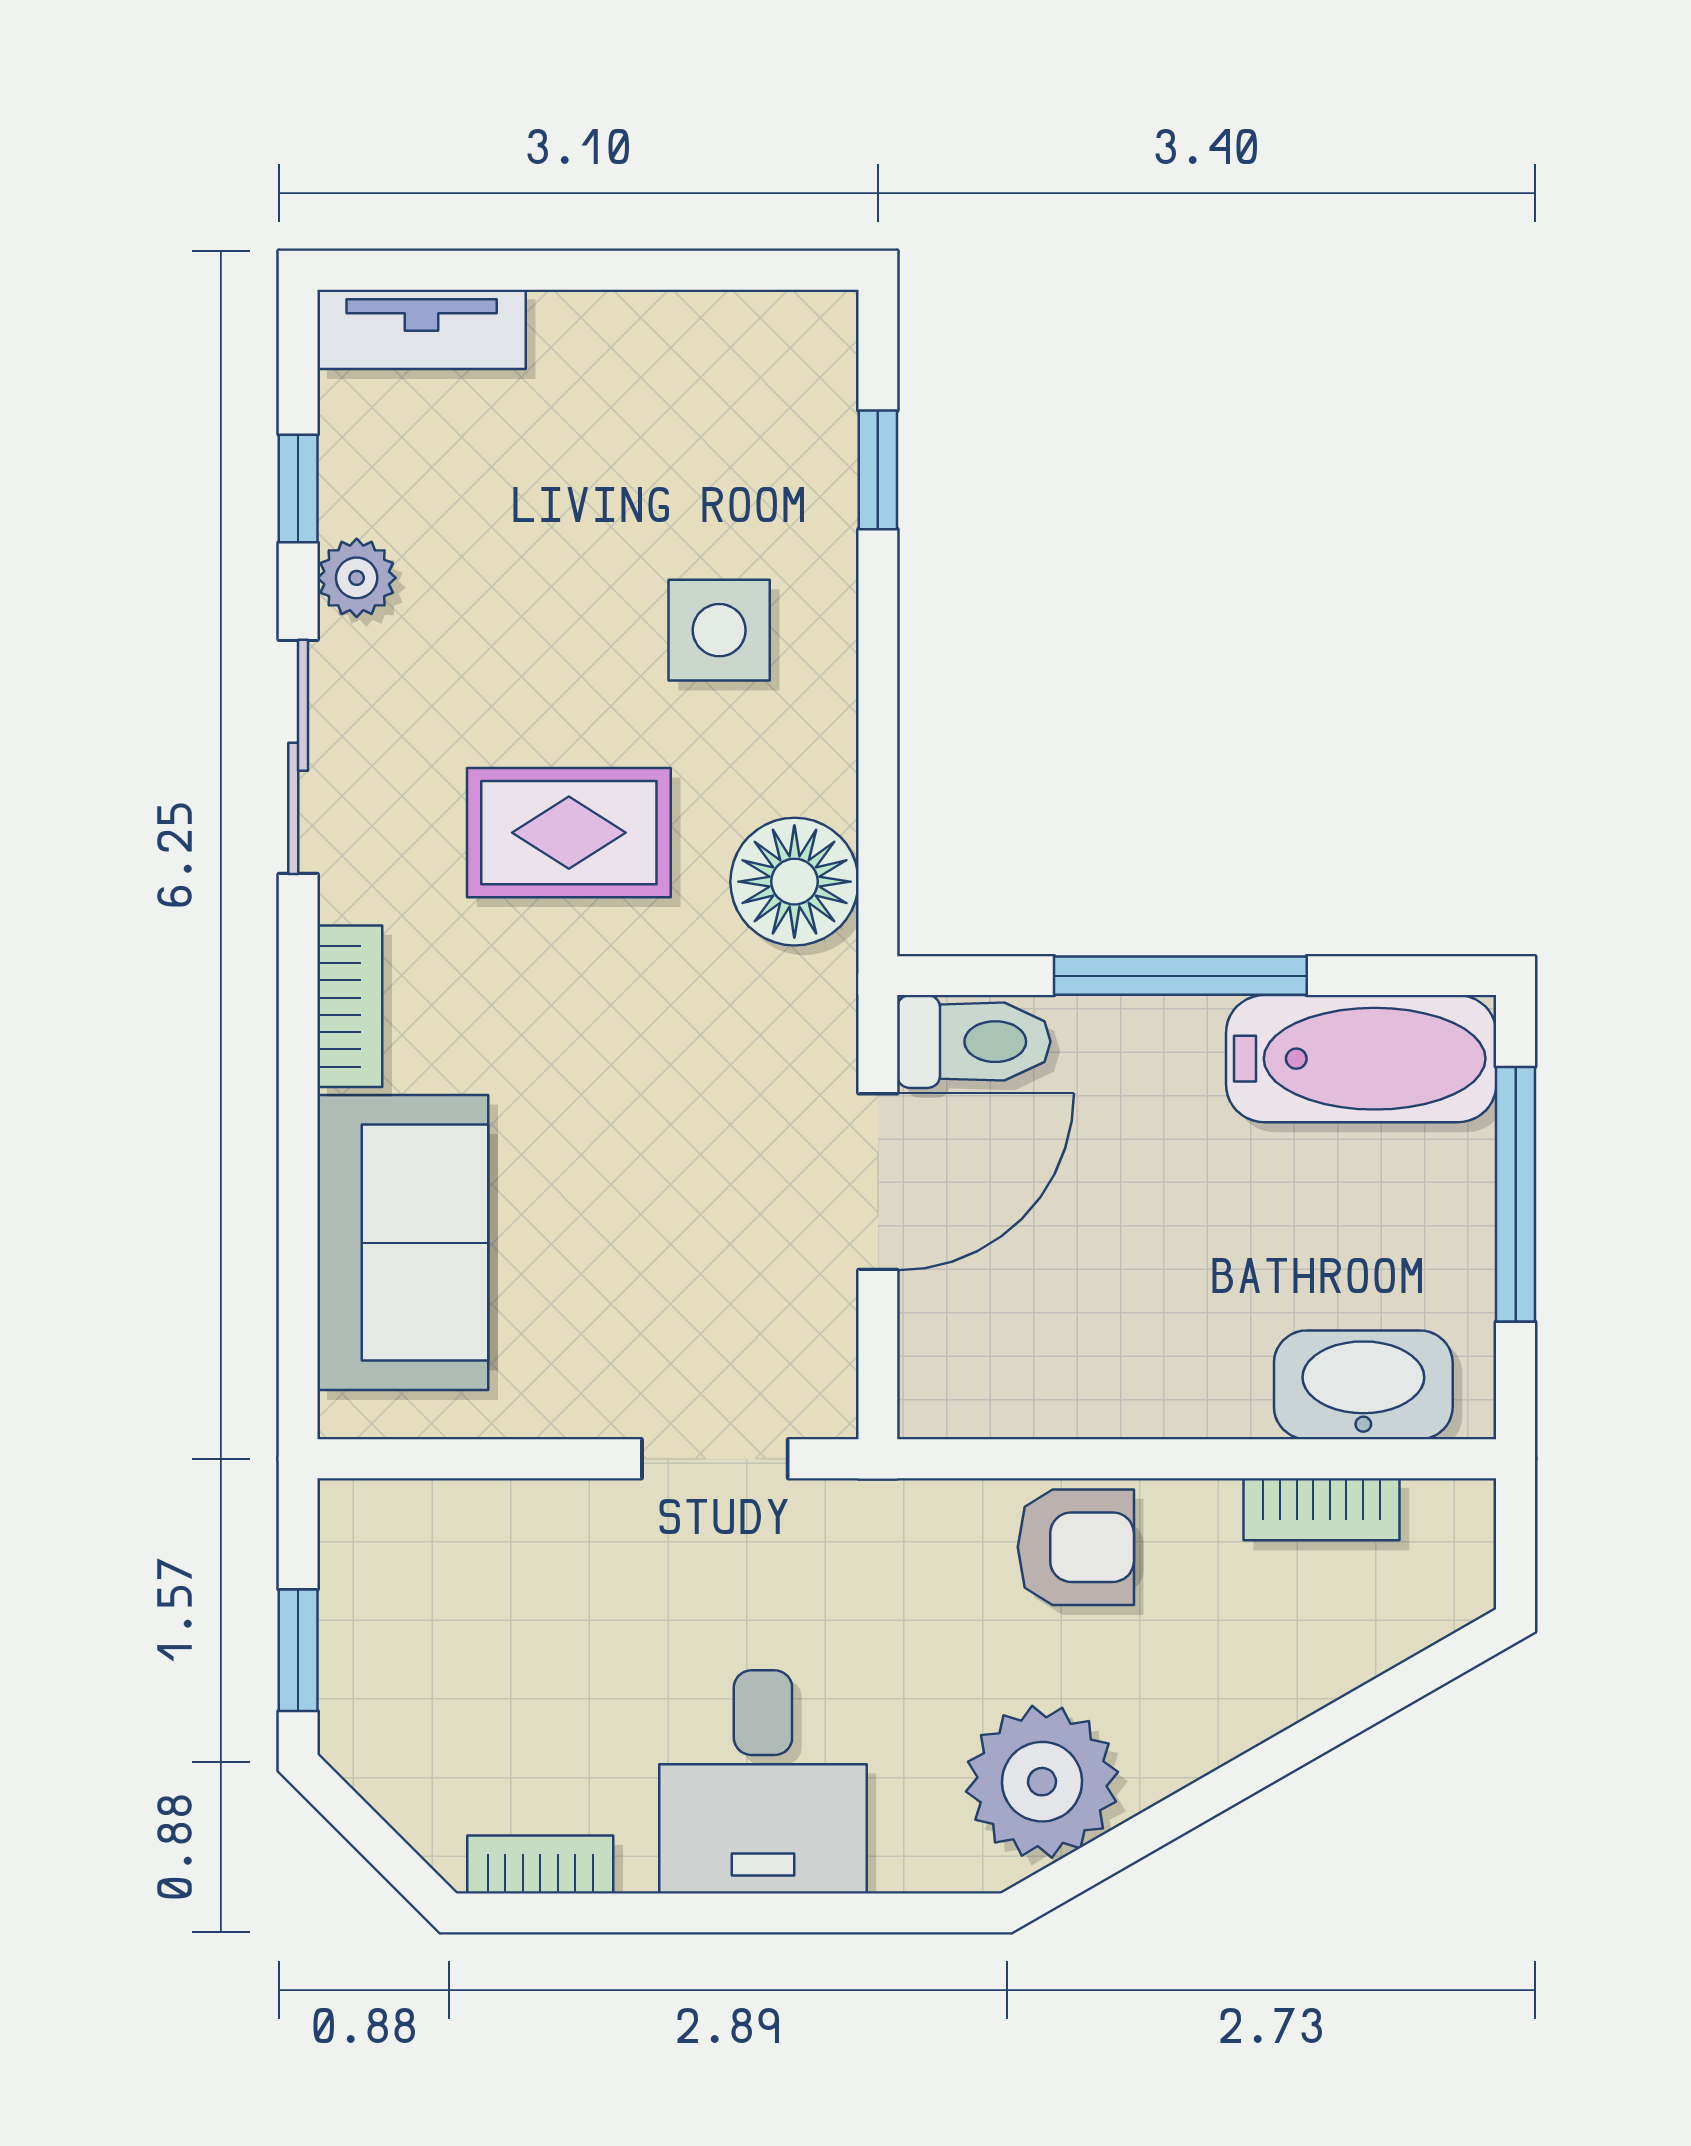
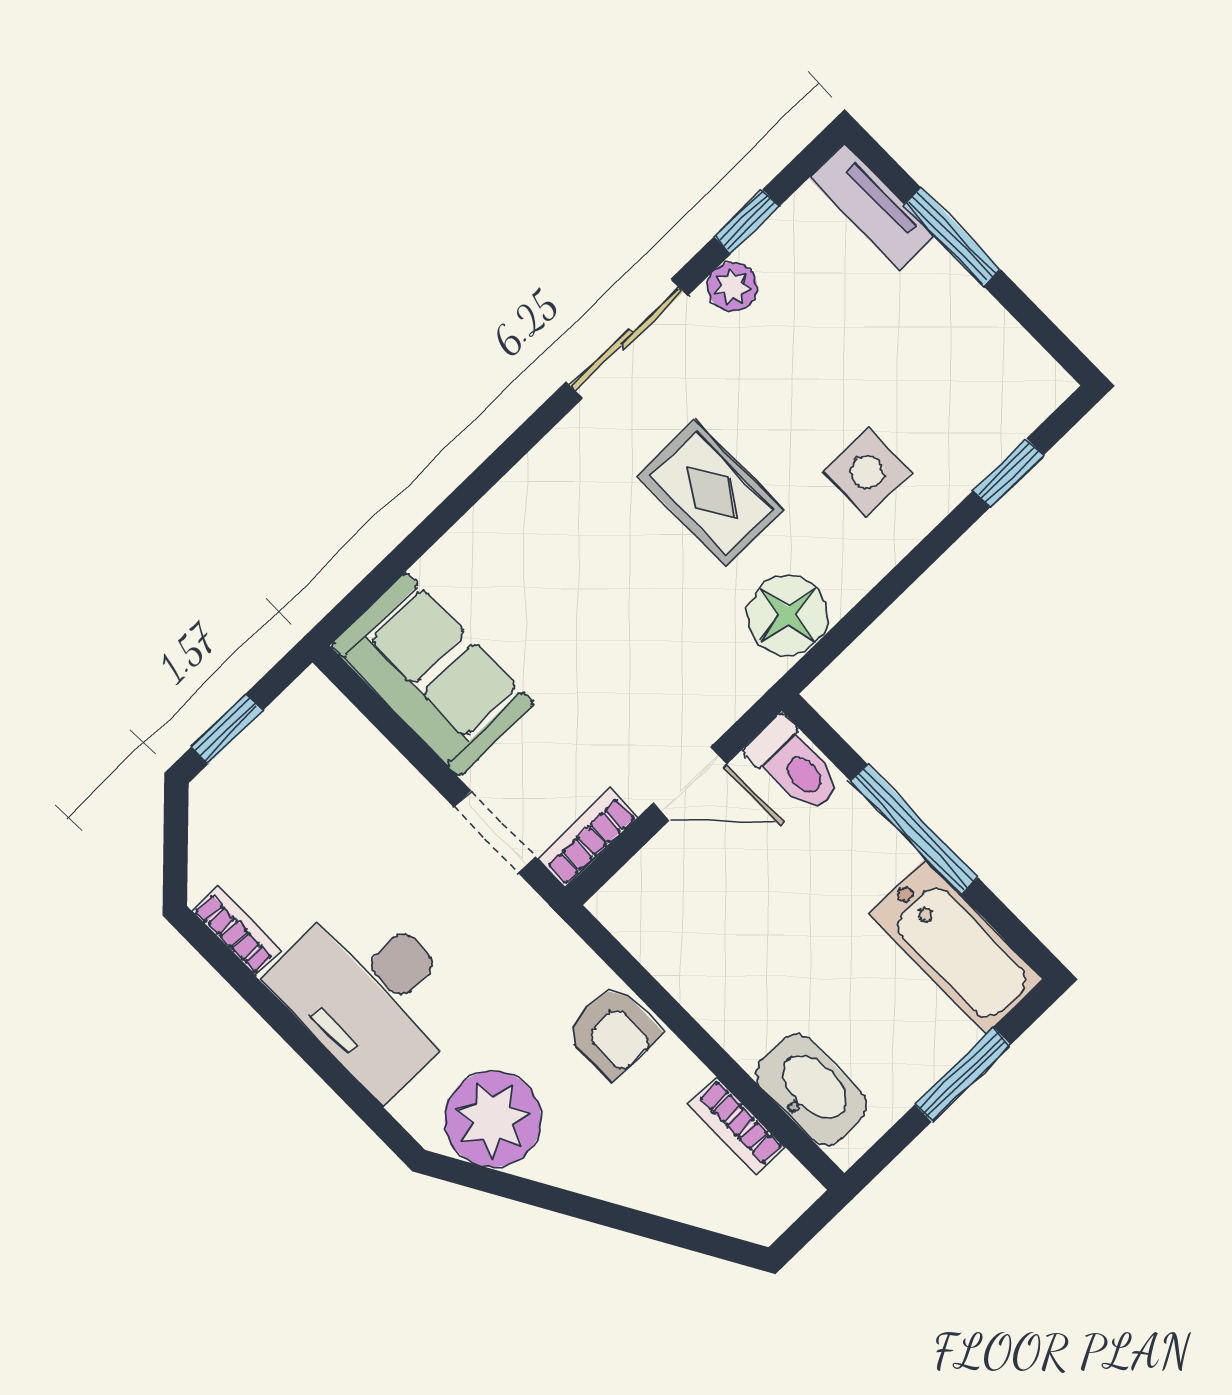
window: (545, 270) -> (952, 237), added
bookcase: (350, 1006) -> (588, 838), moved, turned 180
door: (878, 1182) -> (690, 784), width x0.73
window: (1516, 1194) -> (963, 1075), width x0.69
sofa: (403, 1243) -> (432, 674), moved, turned -90
desk: (763, 1782) -> (371, 994), width x1.37

